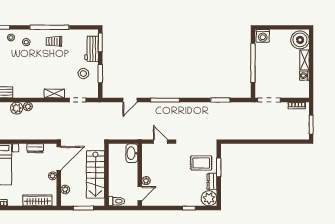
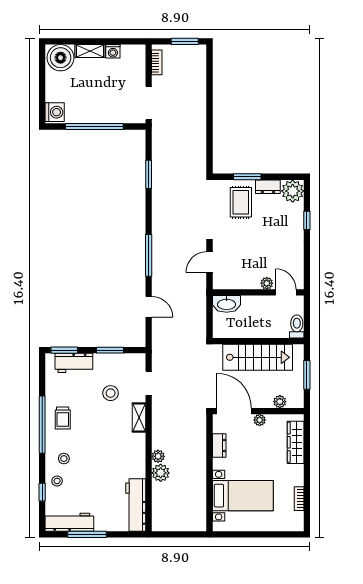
stool: (83, 74) -> (111, 393), moved

